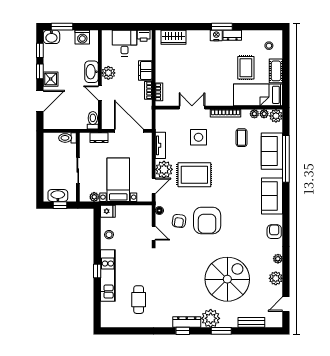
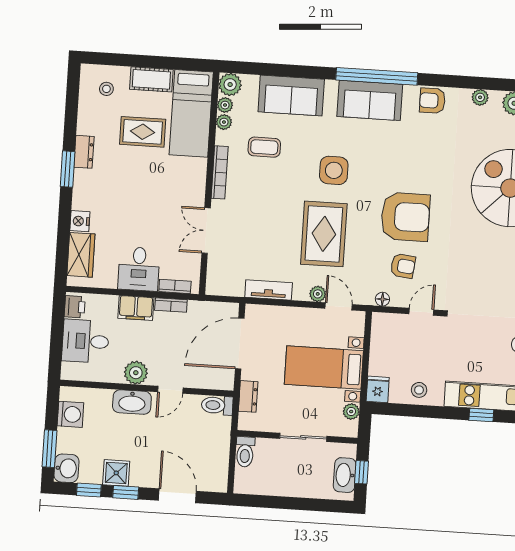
nightstand: (216, 35) -> (80, 221), moved
desk: (168, 71) -> (139, 269), added
shower: (51, 79) -> (116, 473), moved
side table: (199, 137) -> (334, 170), moved
window: (286, 159) -> (377, 76), moved
plant: (164, 169) -> (318, 294), width x0.53, depth x0.53

